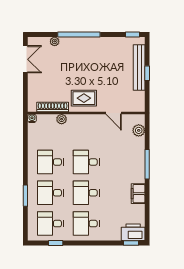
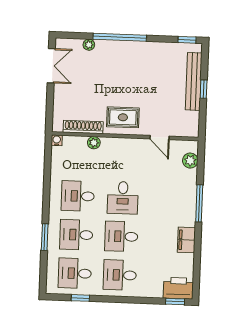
desk: (86, 162) -> (123, 198), turned -90

